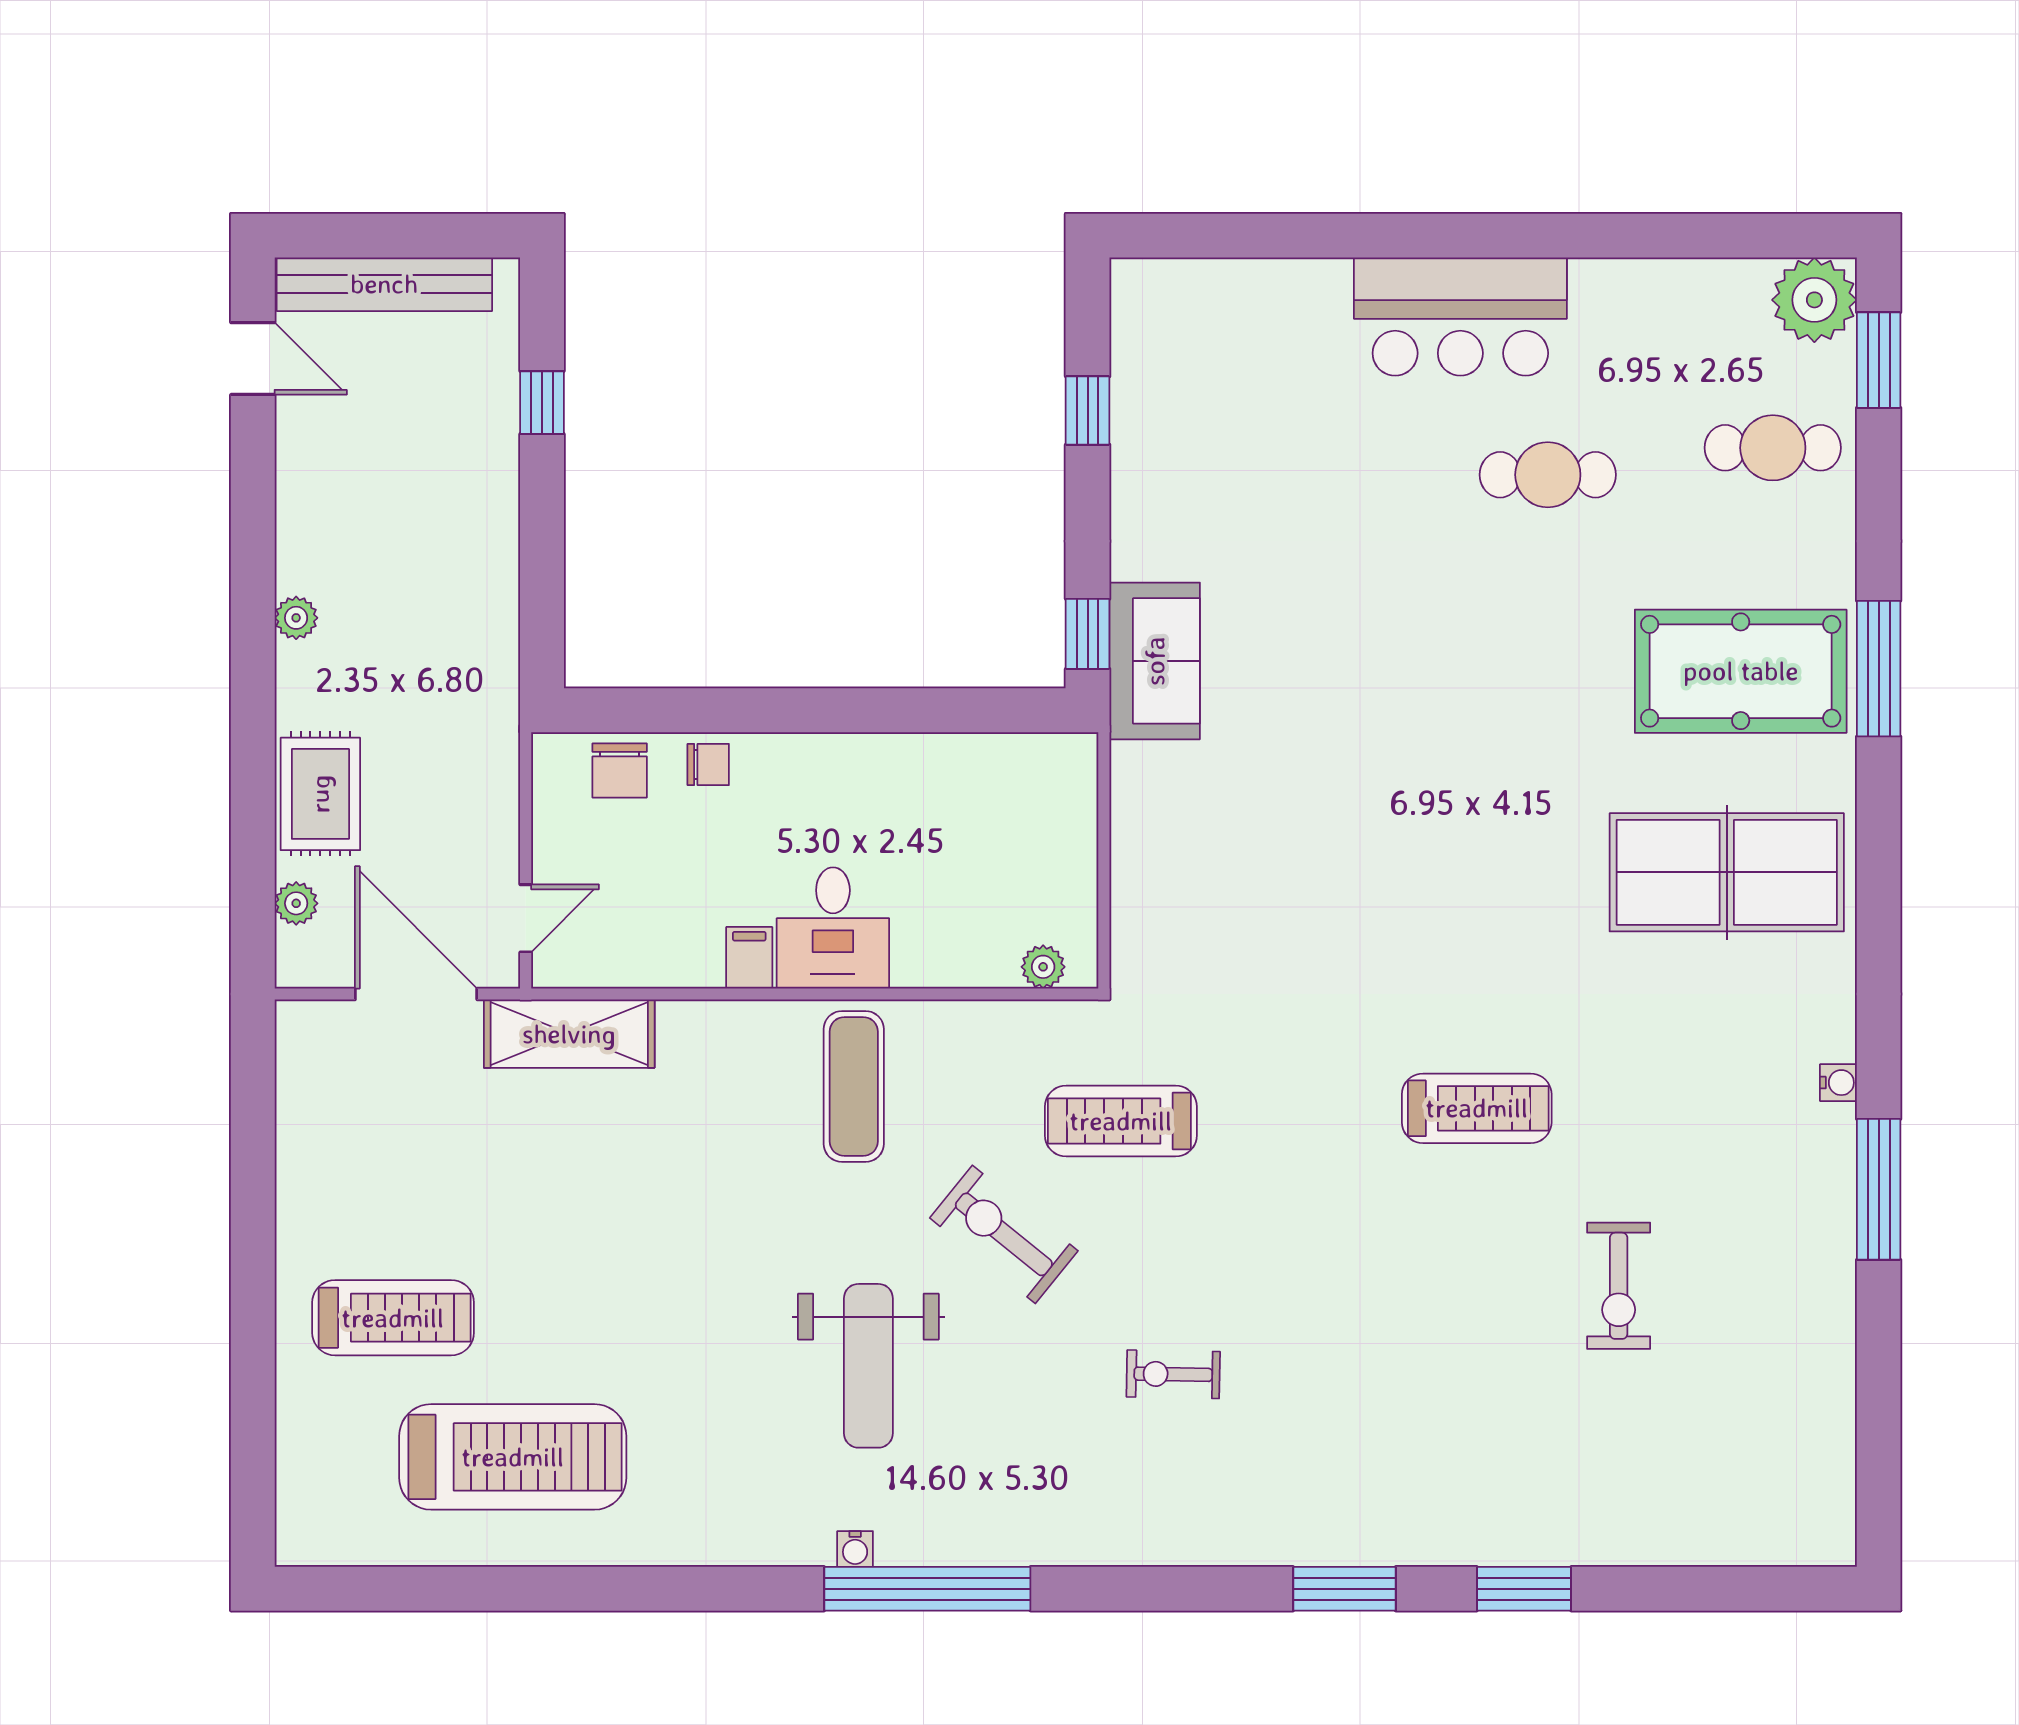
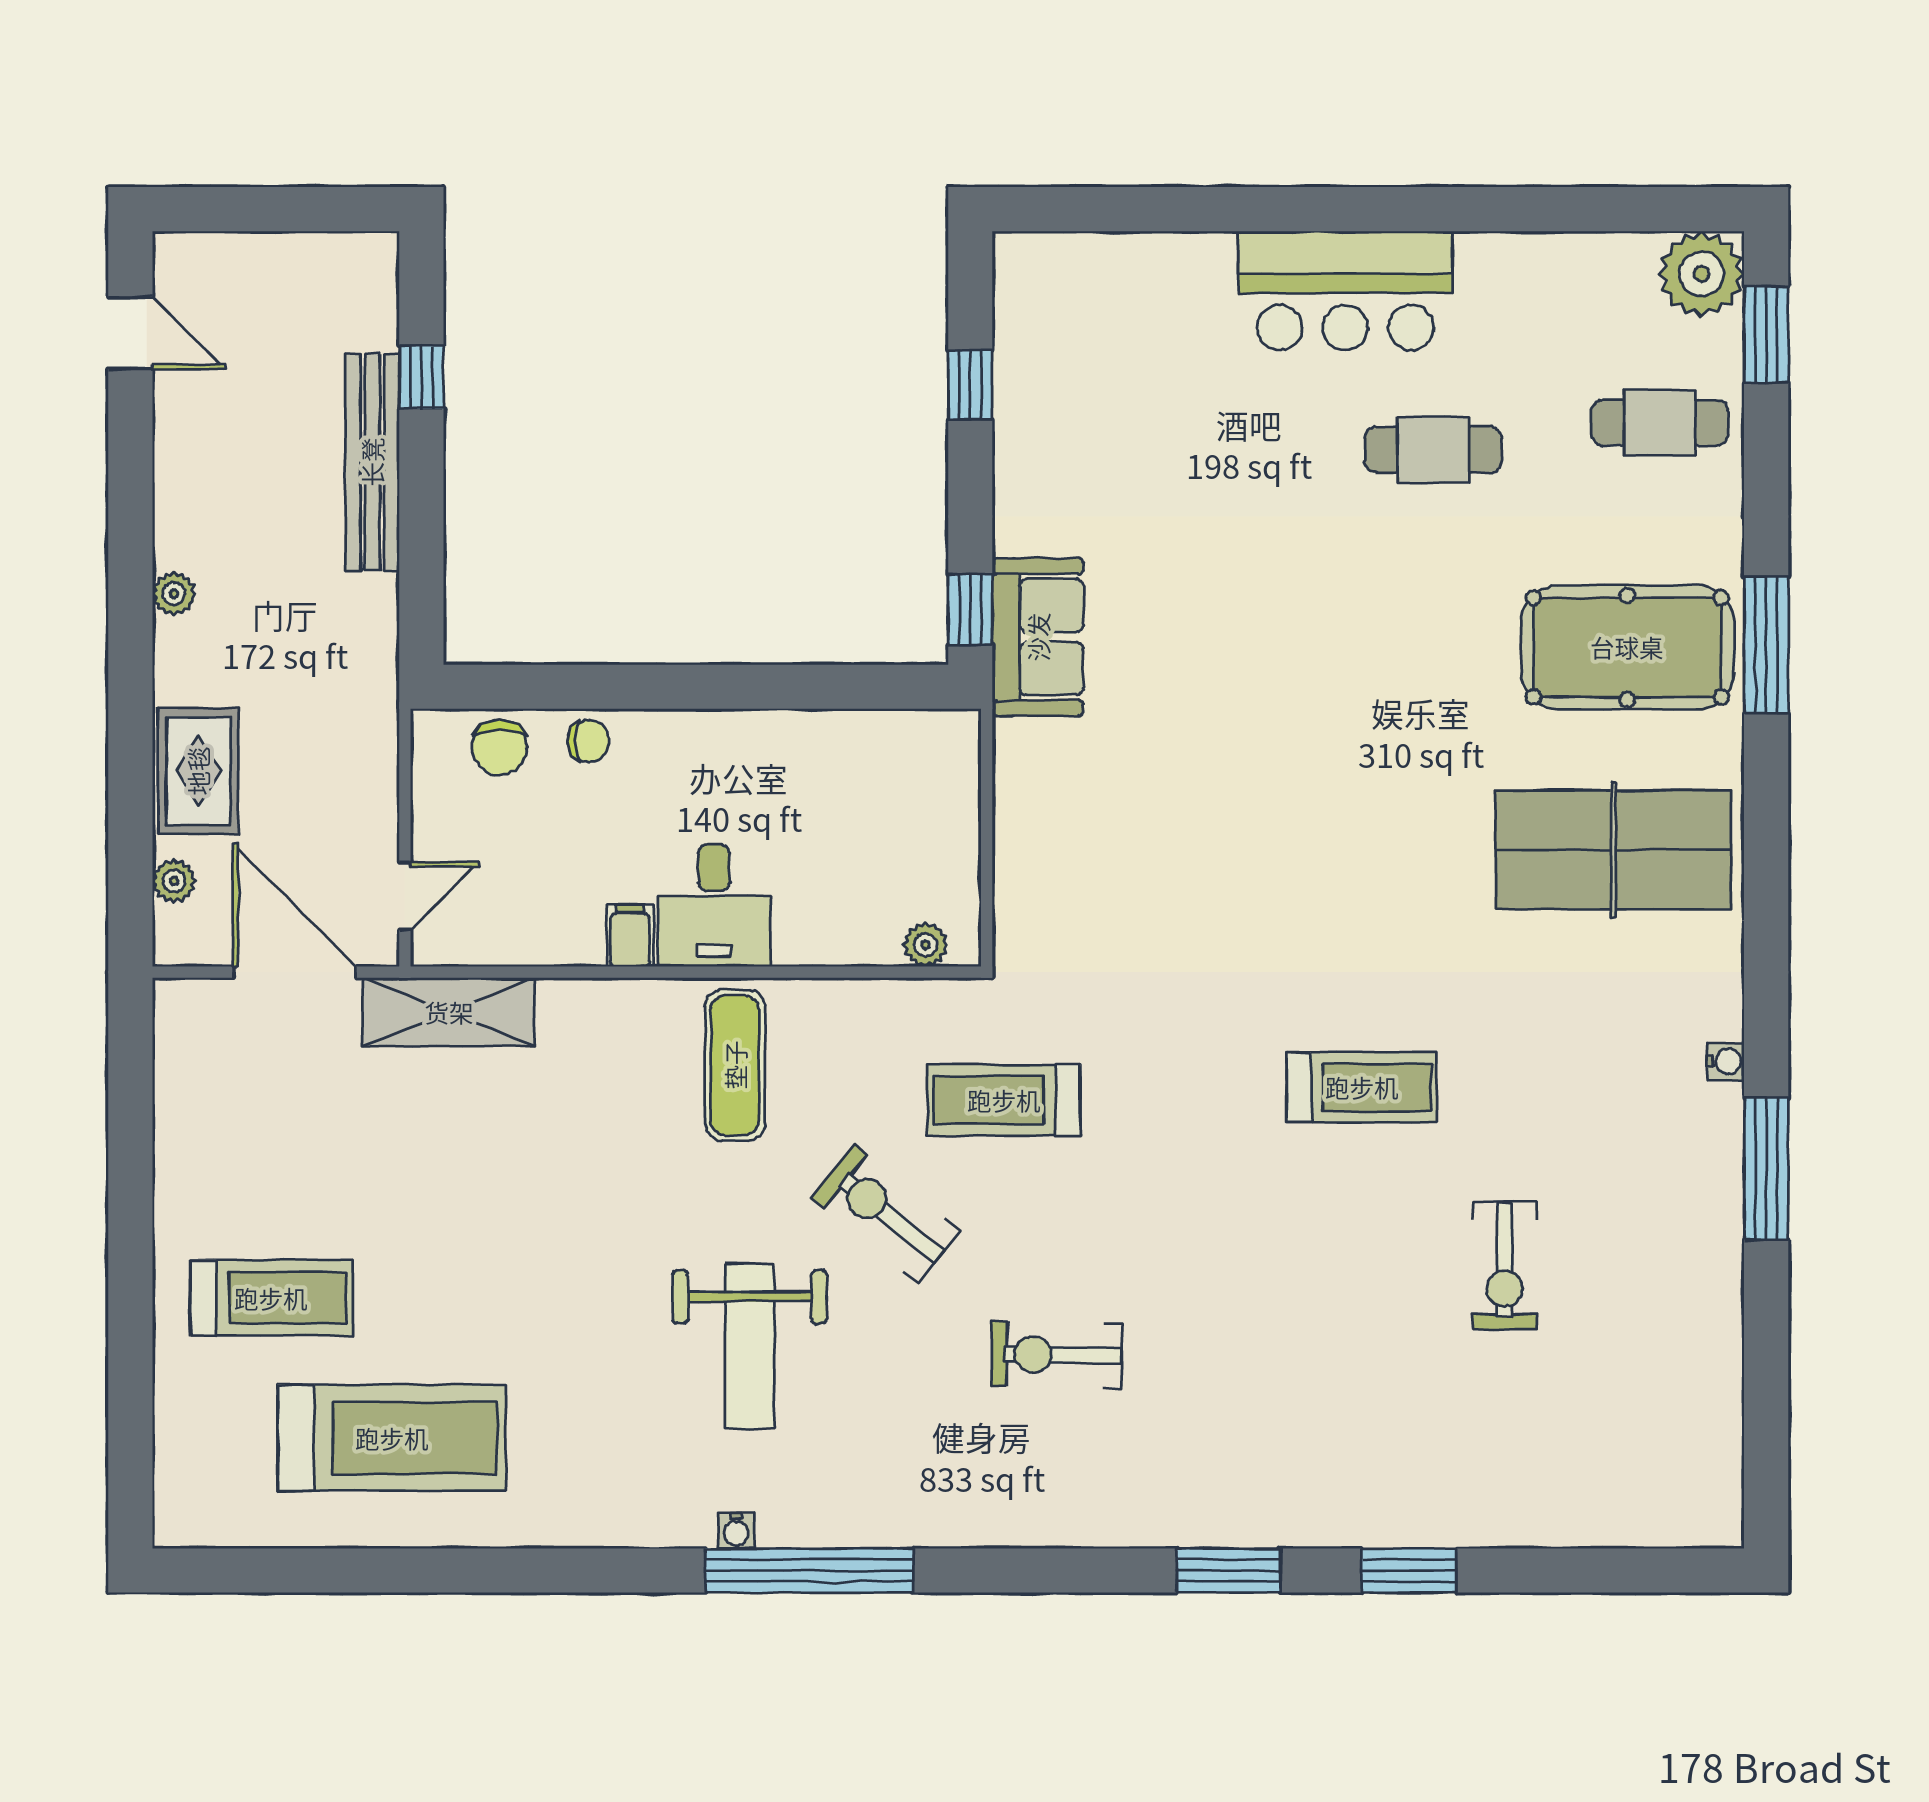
bench: (384, 284) -> (372, 462), moved, turned 90
exercise bike: (1173, 1374) -> (1056, 1355), width x1.38, depth x1.39

